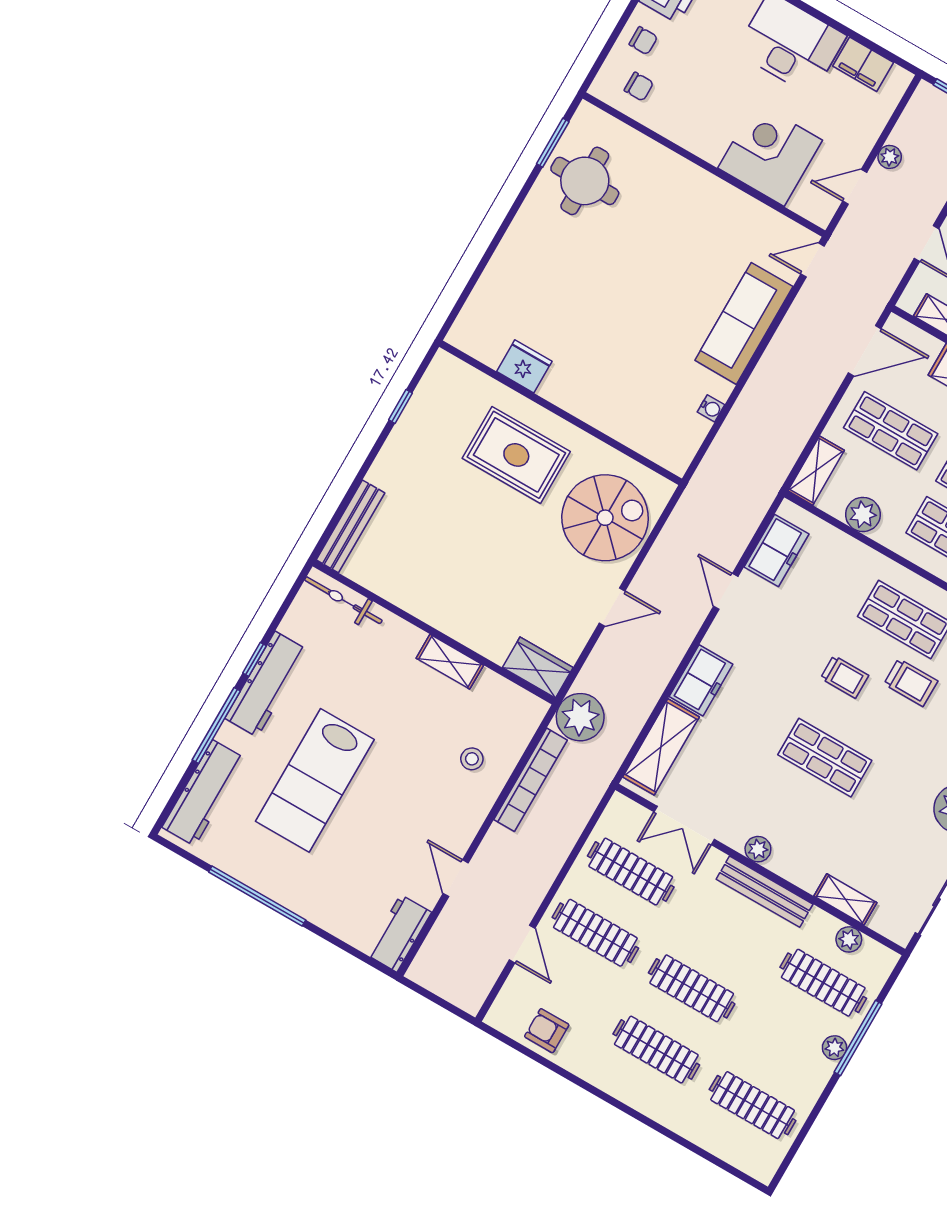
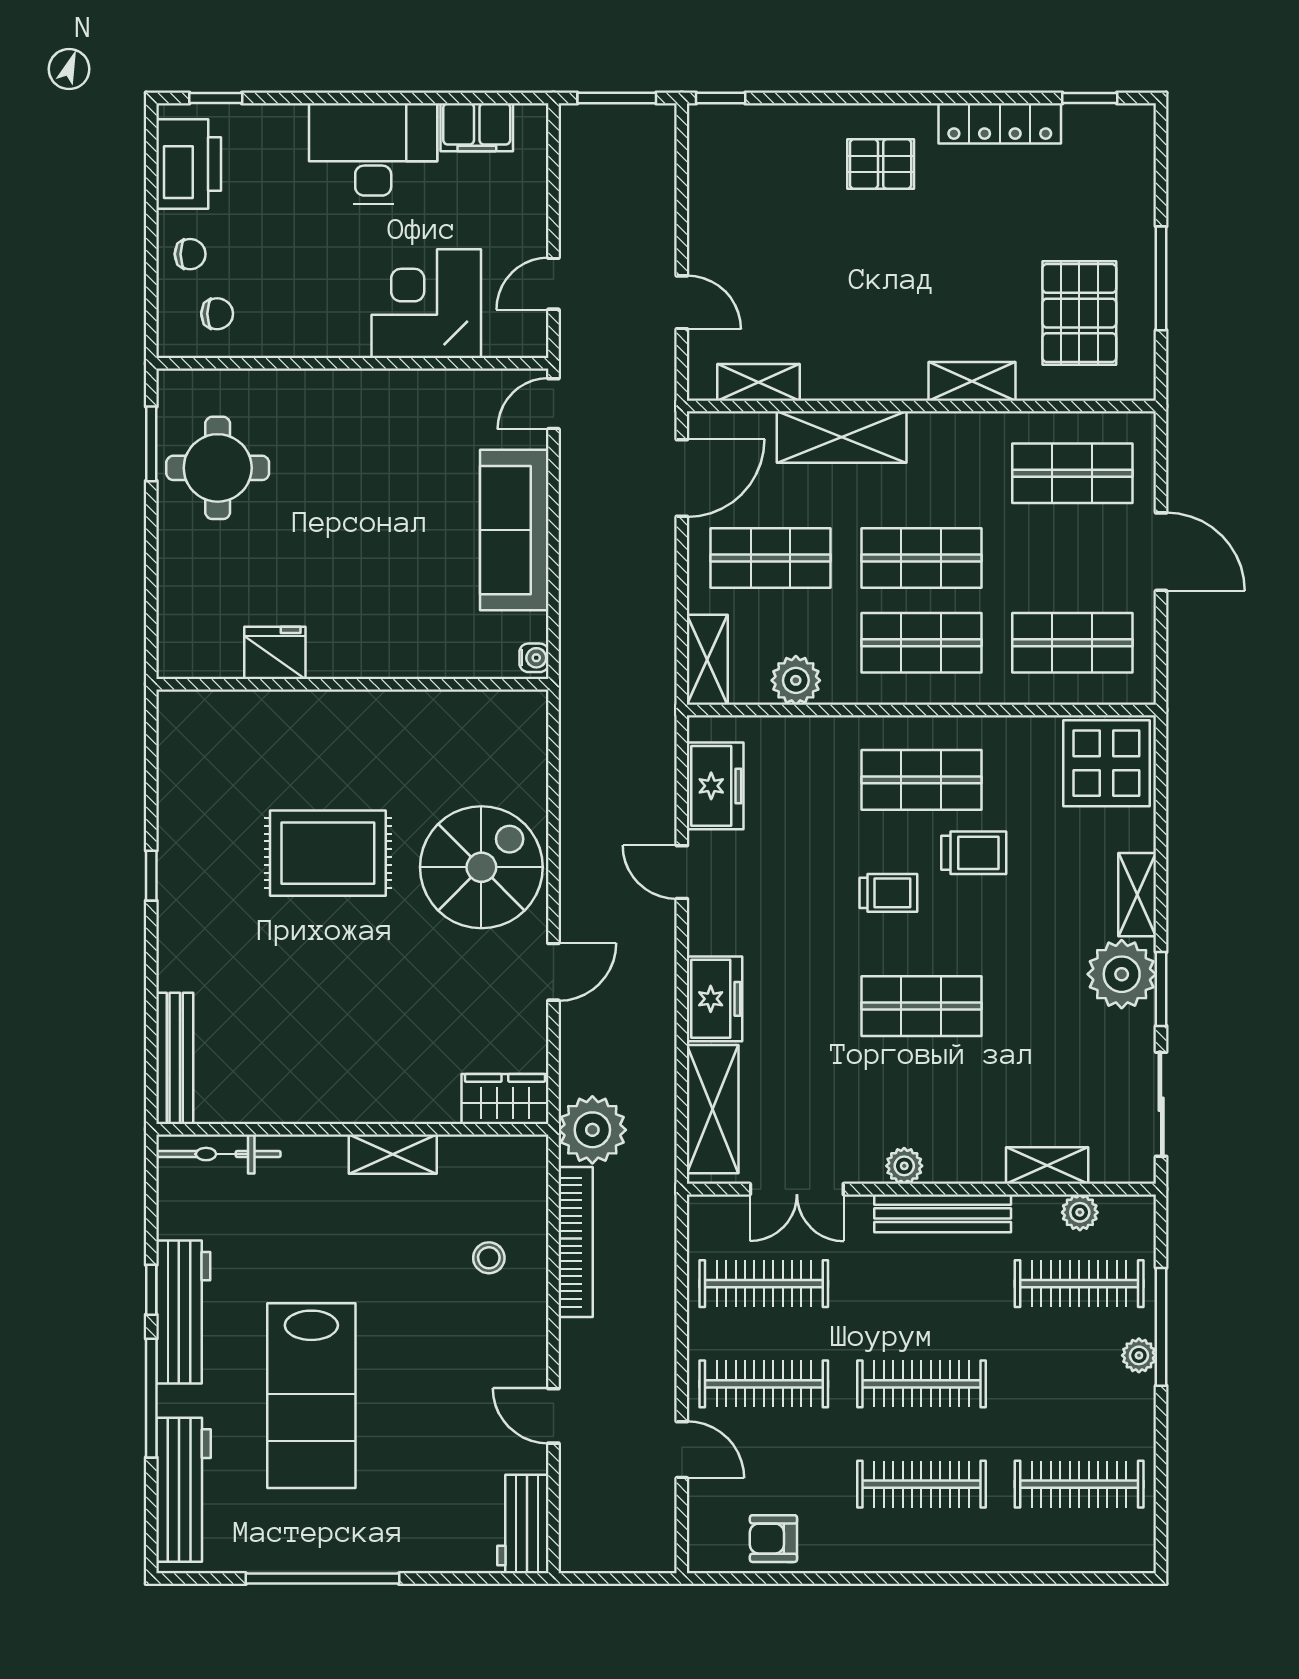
plant: (890, 157) -> (575, 222), removed
fridge: (524, 366) -> (275, 653), moved
wall: (561, 413) -> (352, 684), moved

